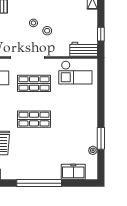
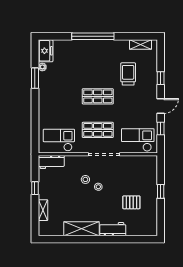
window: (101, 34) -> (35, 188), moved
freezer: (73, 172) -> (46, 51), moved, turned -90

